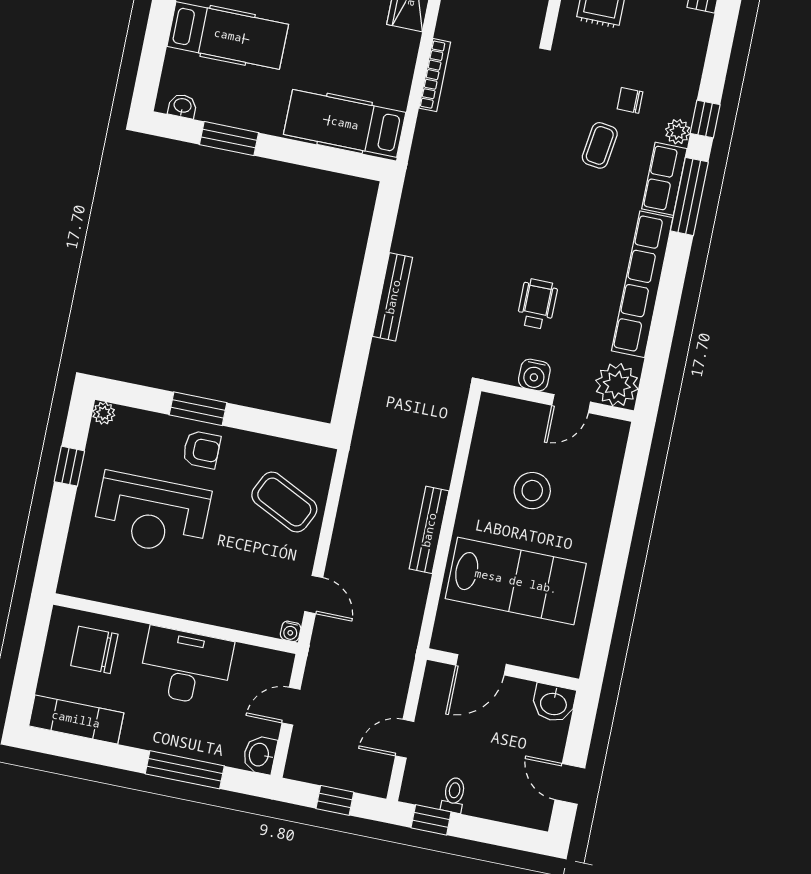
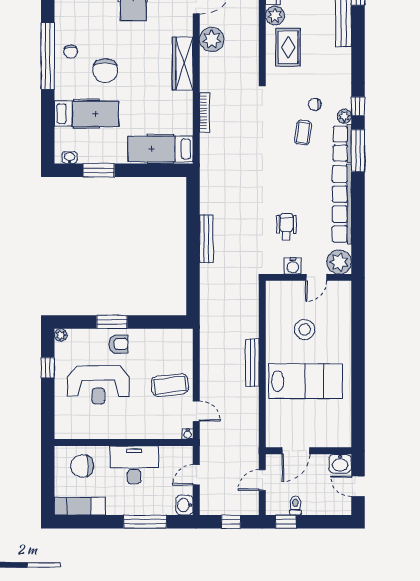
coffee table: (284, 502) -> (170, 385), moved, turned -32
door: (481, 665) -> (296, 451), moved
wall: (503, 669) -> (308, 451), moved
washbasin: (554, 703) -> (340, 464), moved

